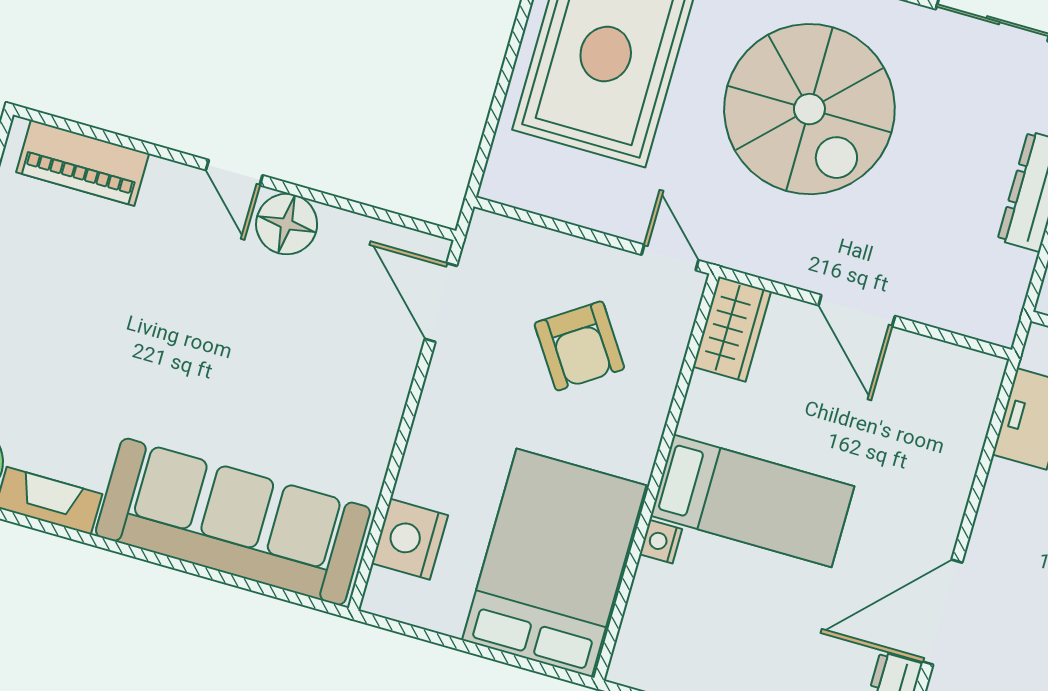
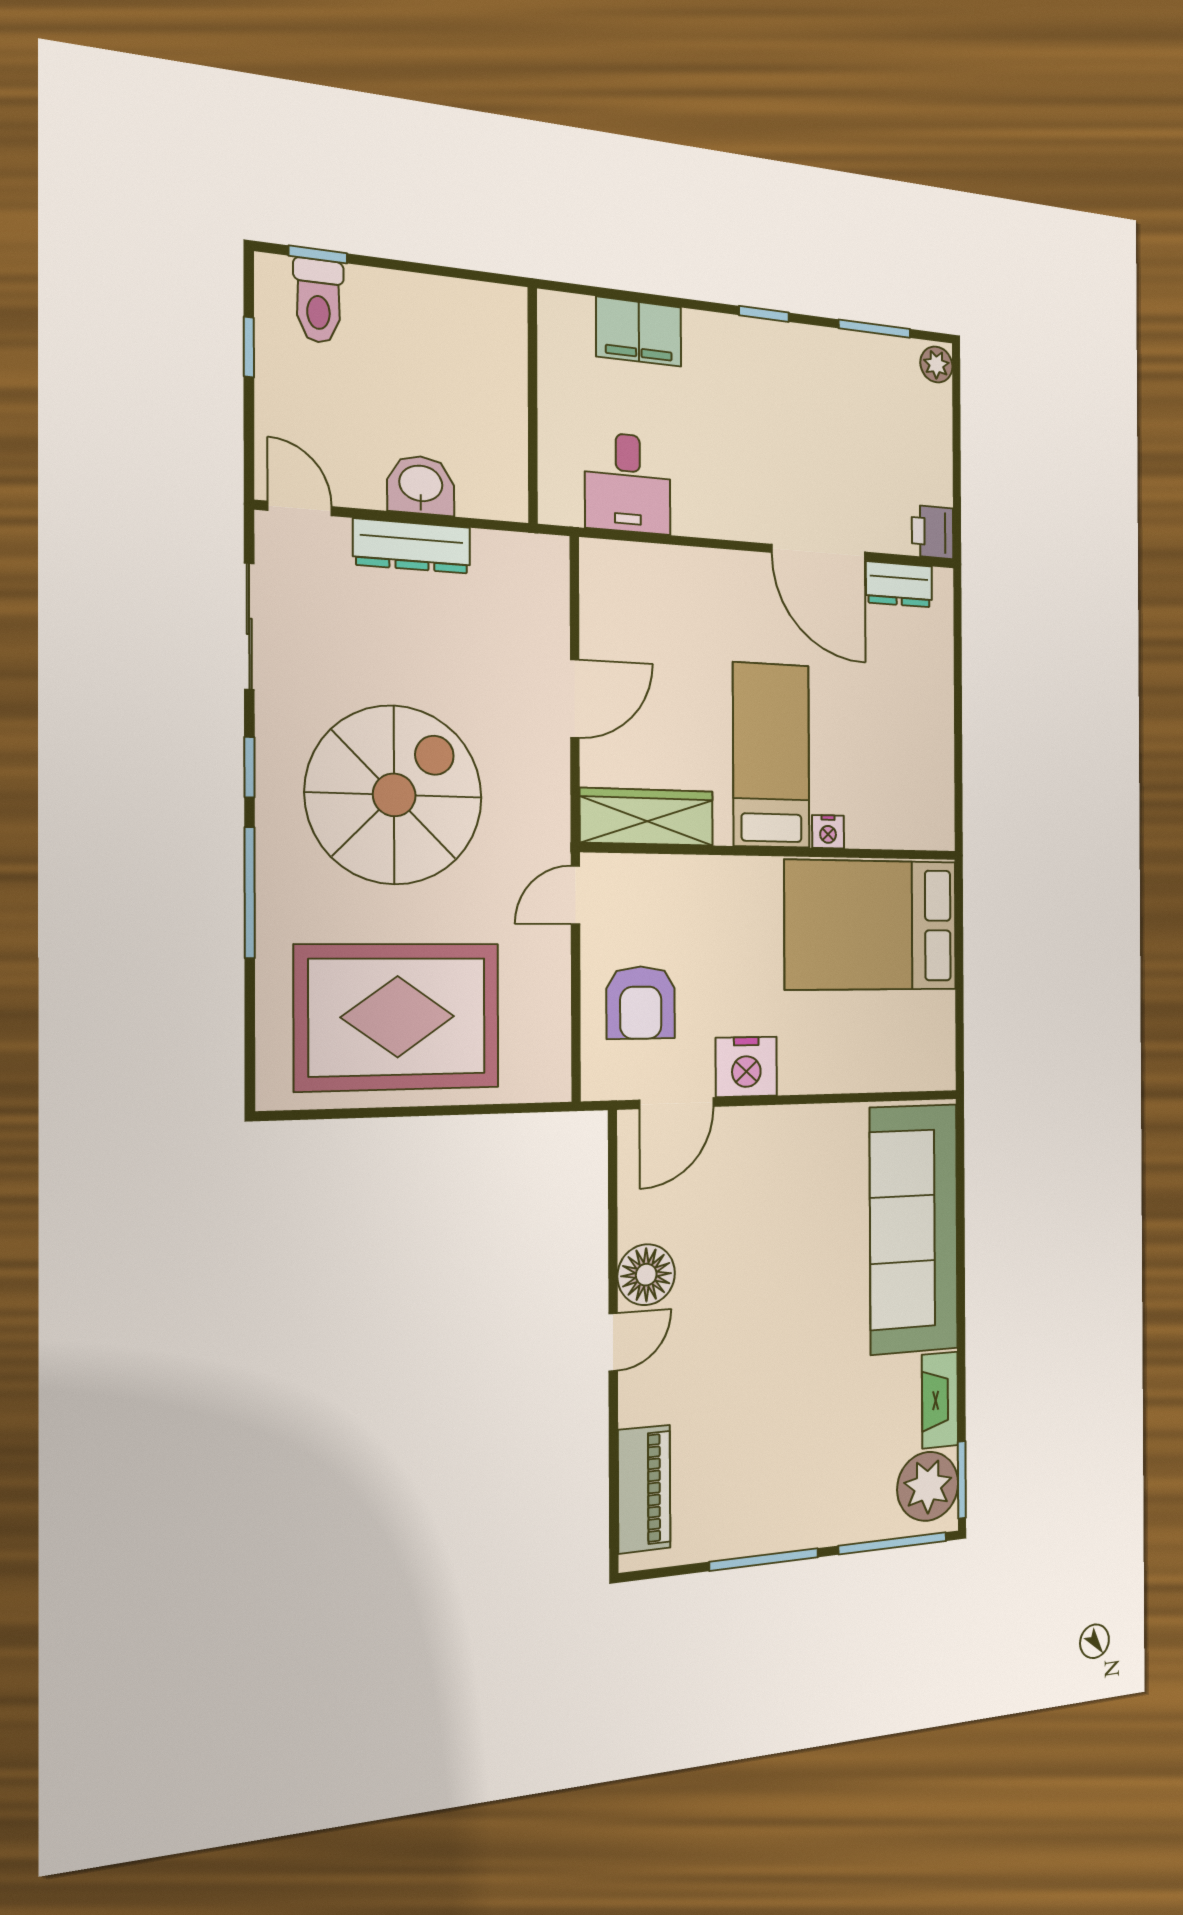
wardrobe: (732, 329) -> (647, 817), width x1.50
armchair: (579, 346) -> (641, 1003), moved, turned 124
nightstand: (410, 539) -> (746, 1067), moved

